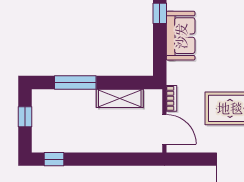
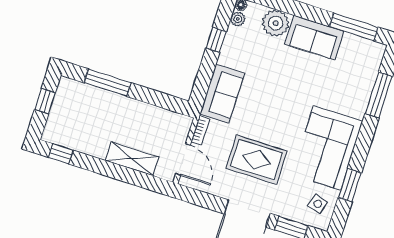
sofa: (181, 36) -> (222, 94), moved
shelving: (120, 98) -> (132, 159), moved

